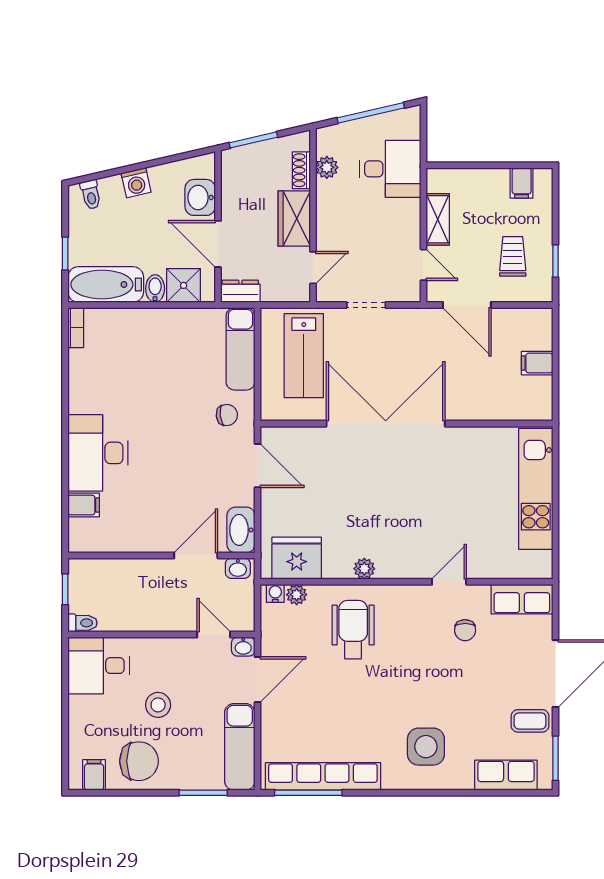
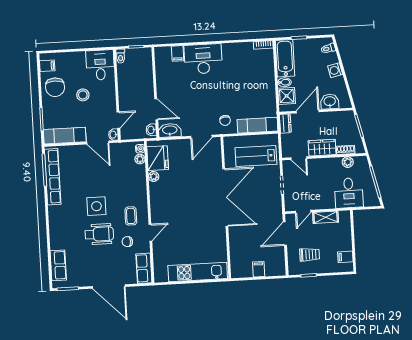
plant: (364, 569) -> (154, 176), moved
door: (449, 582) -> (150, 233), hinge flipped
wheelchair: (353, 630) -> (99, 234), moved
coffee table: (530, 721) -> (131, 216), moved
side table: (426, 747) -> (96, 206), moved

